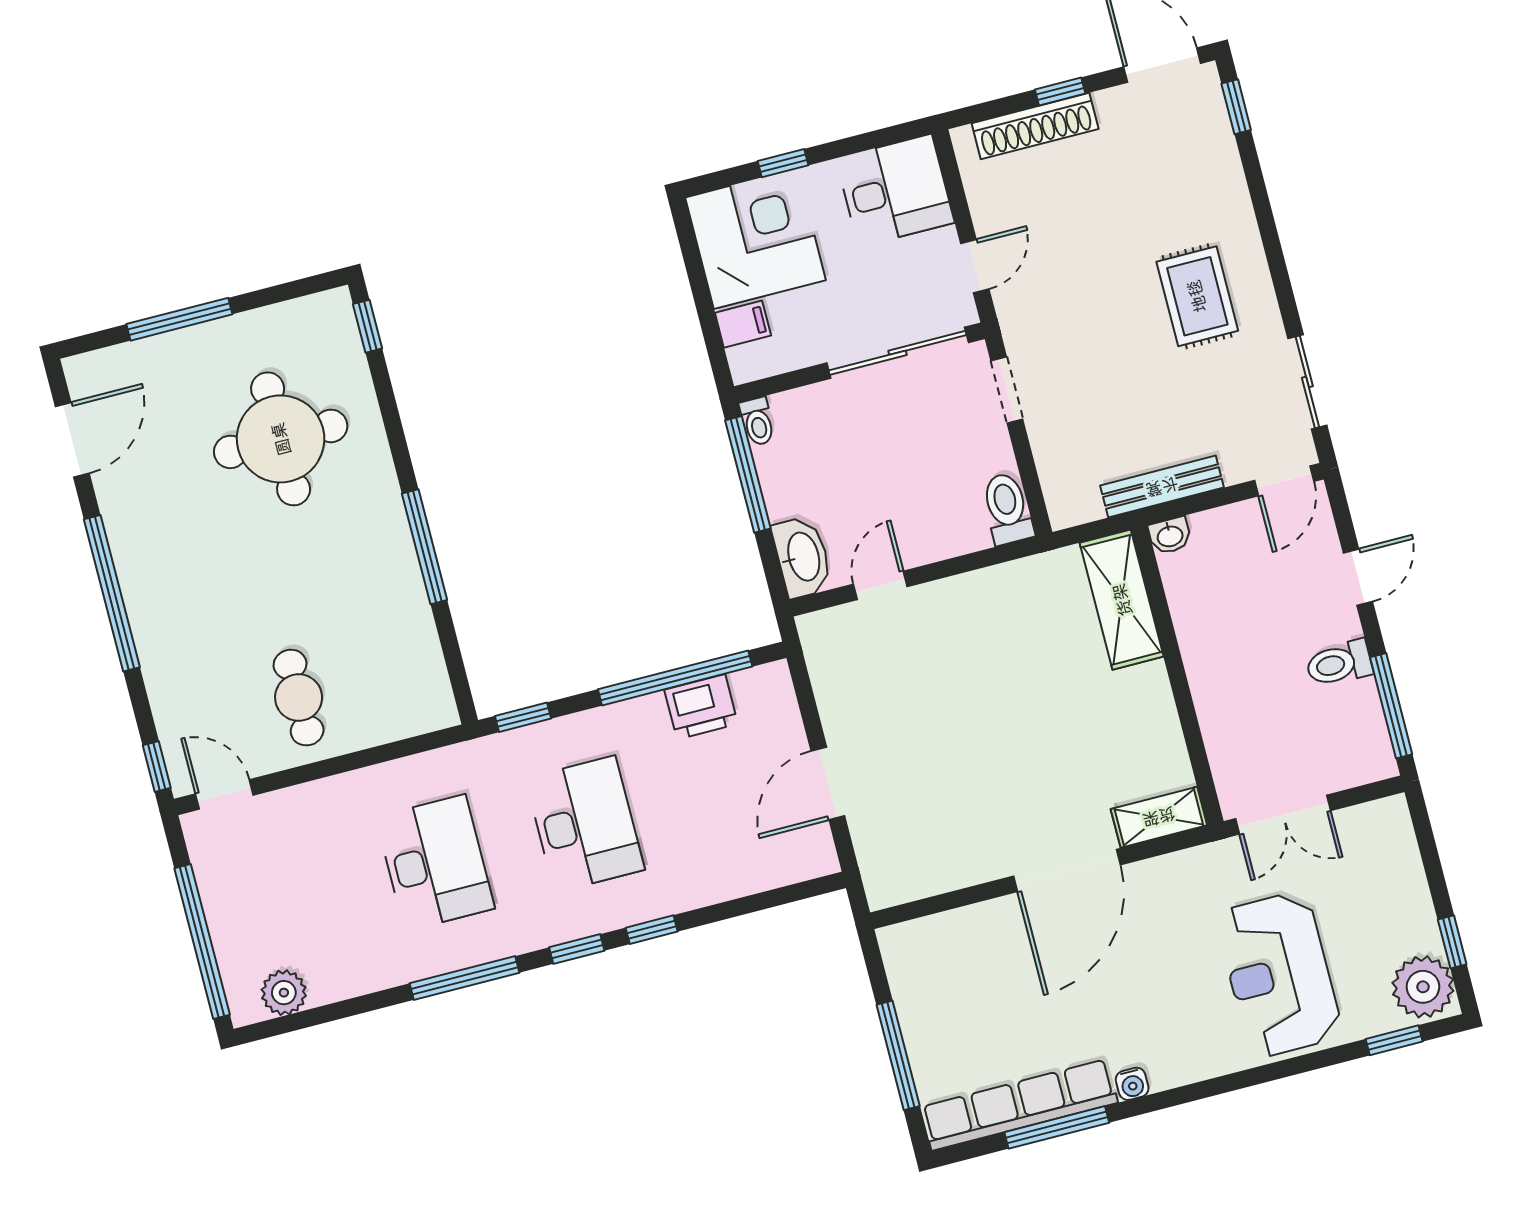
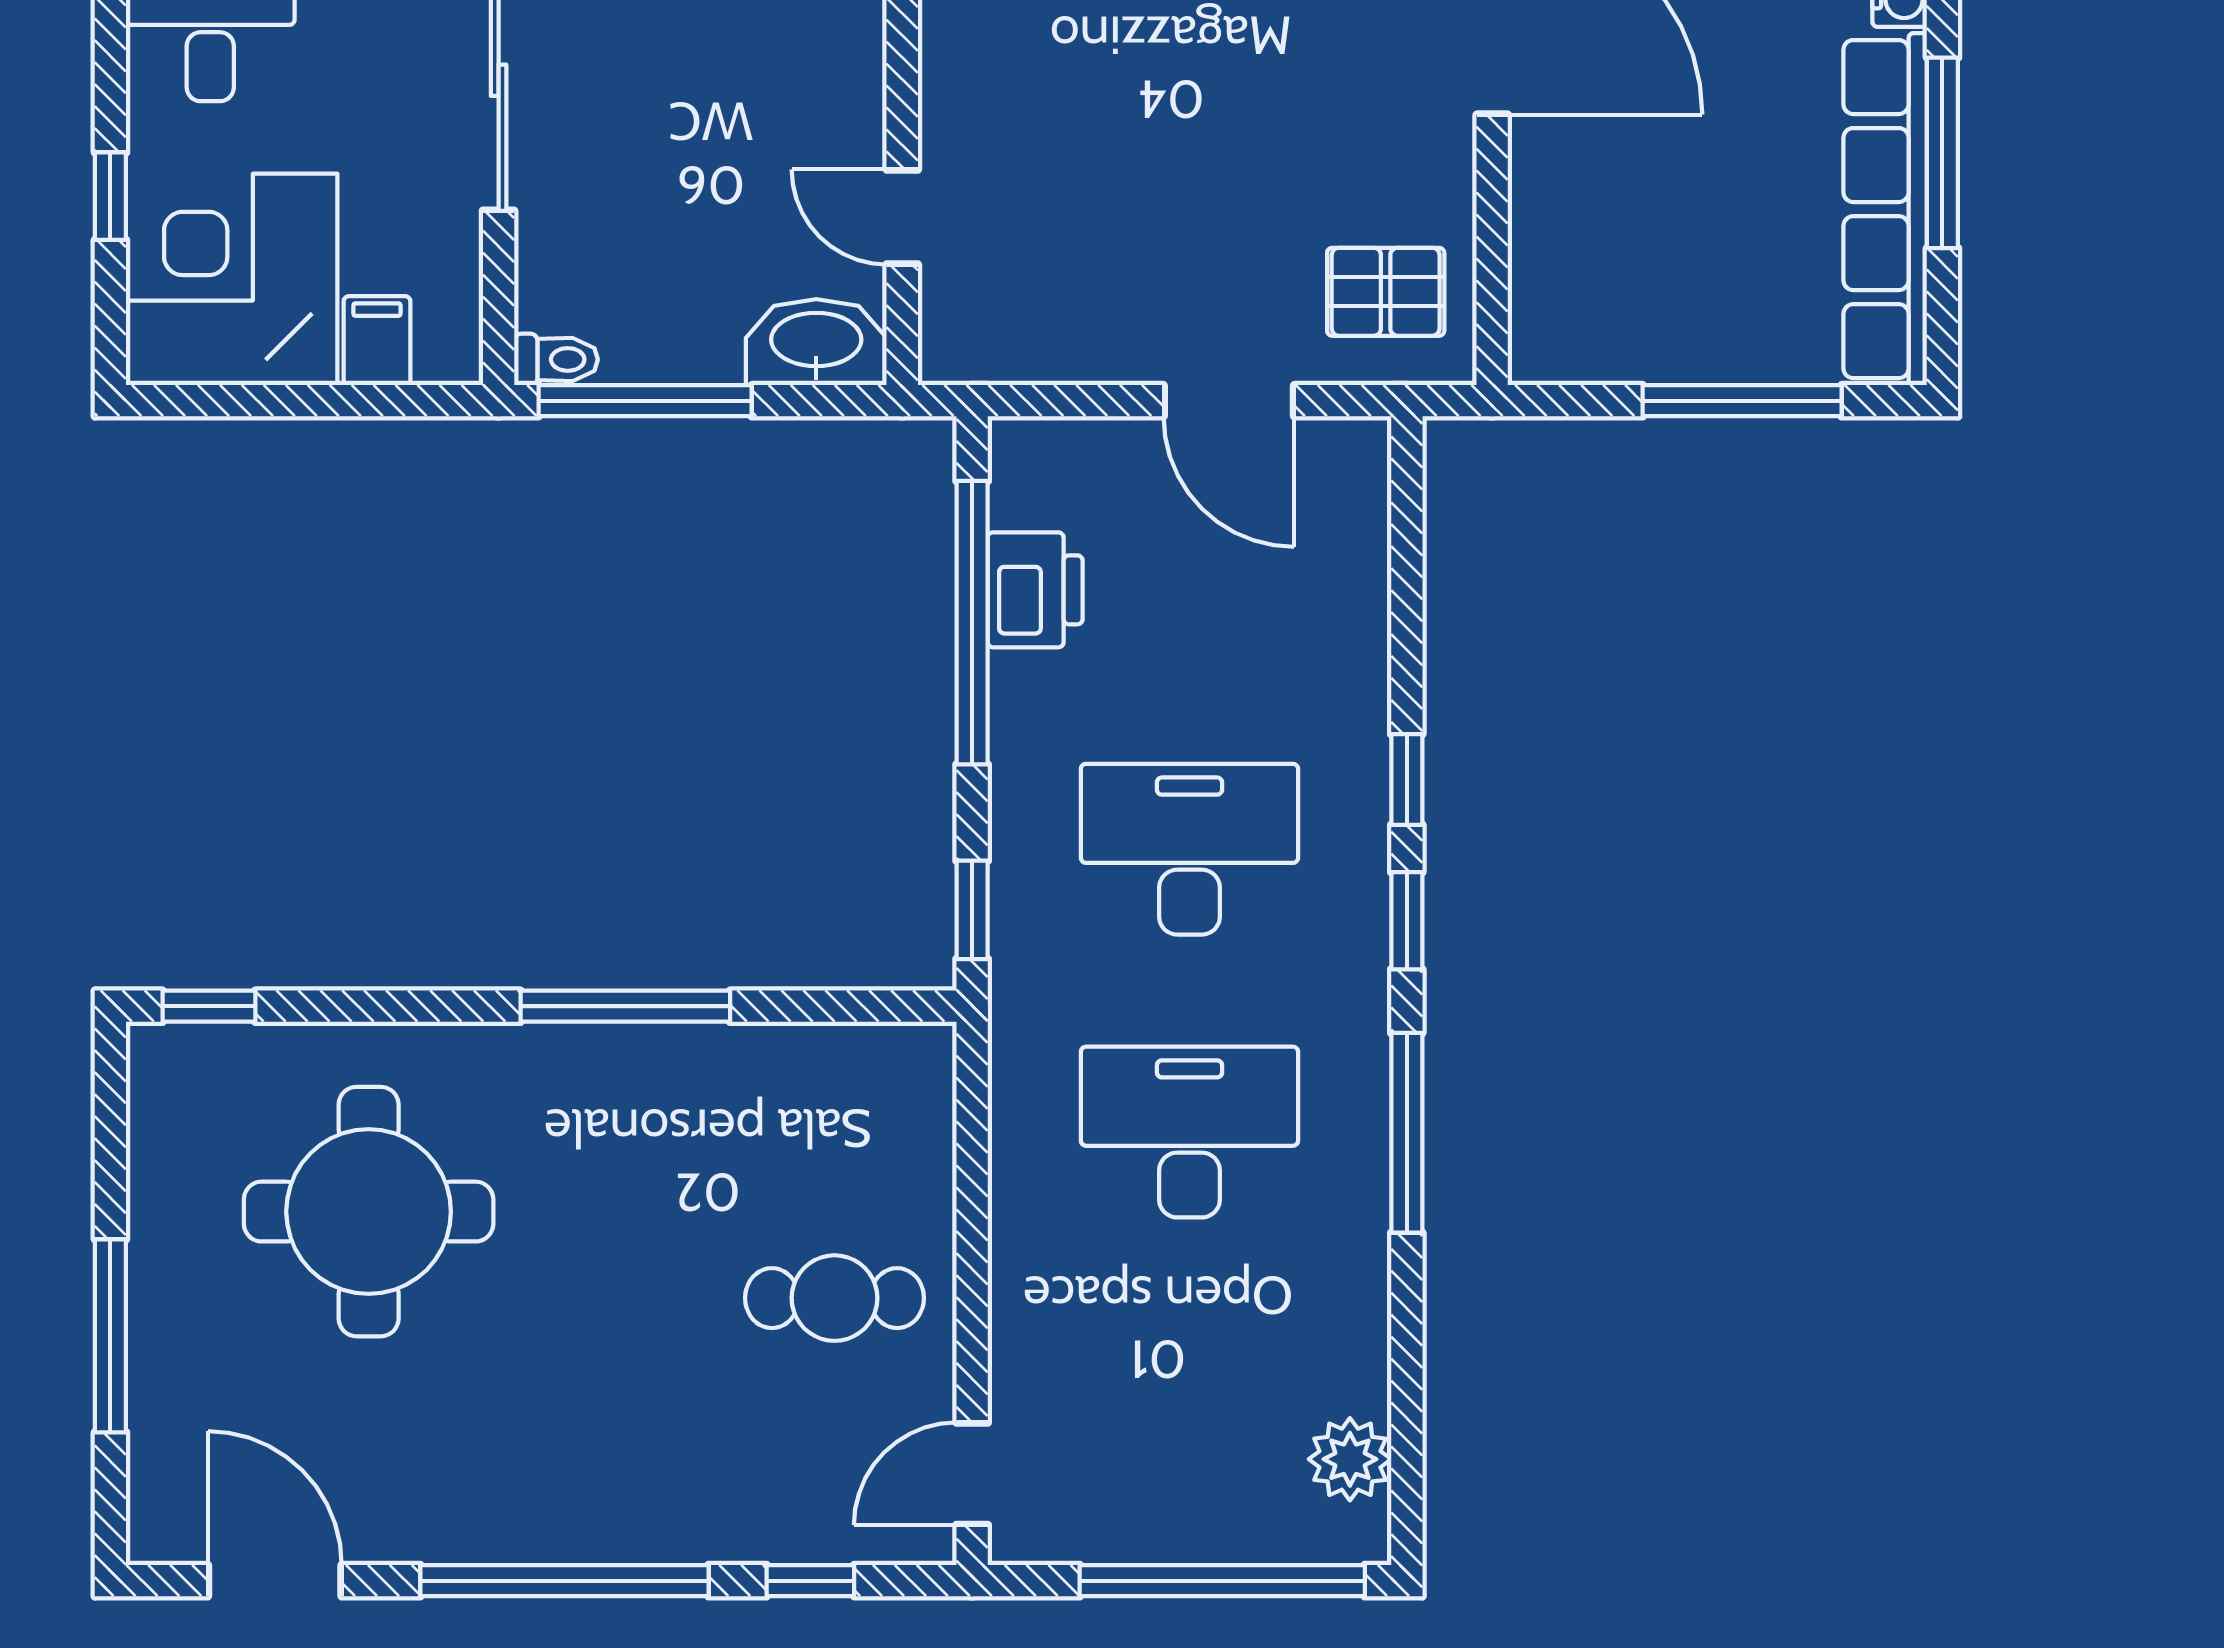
window: (157, 766) -> (810, 1581), moved
pallet: (907, 852) -> (1386, 292), added

